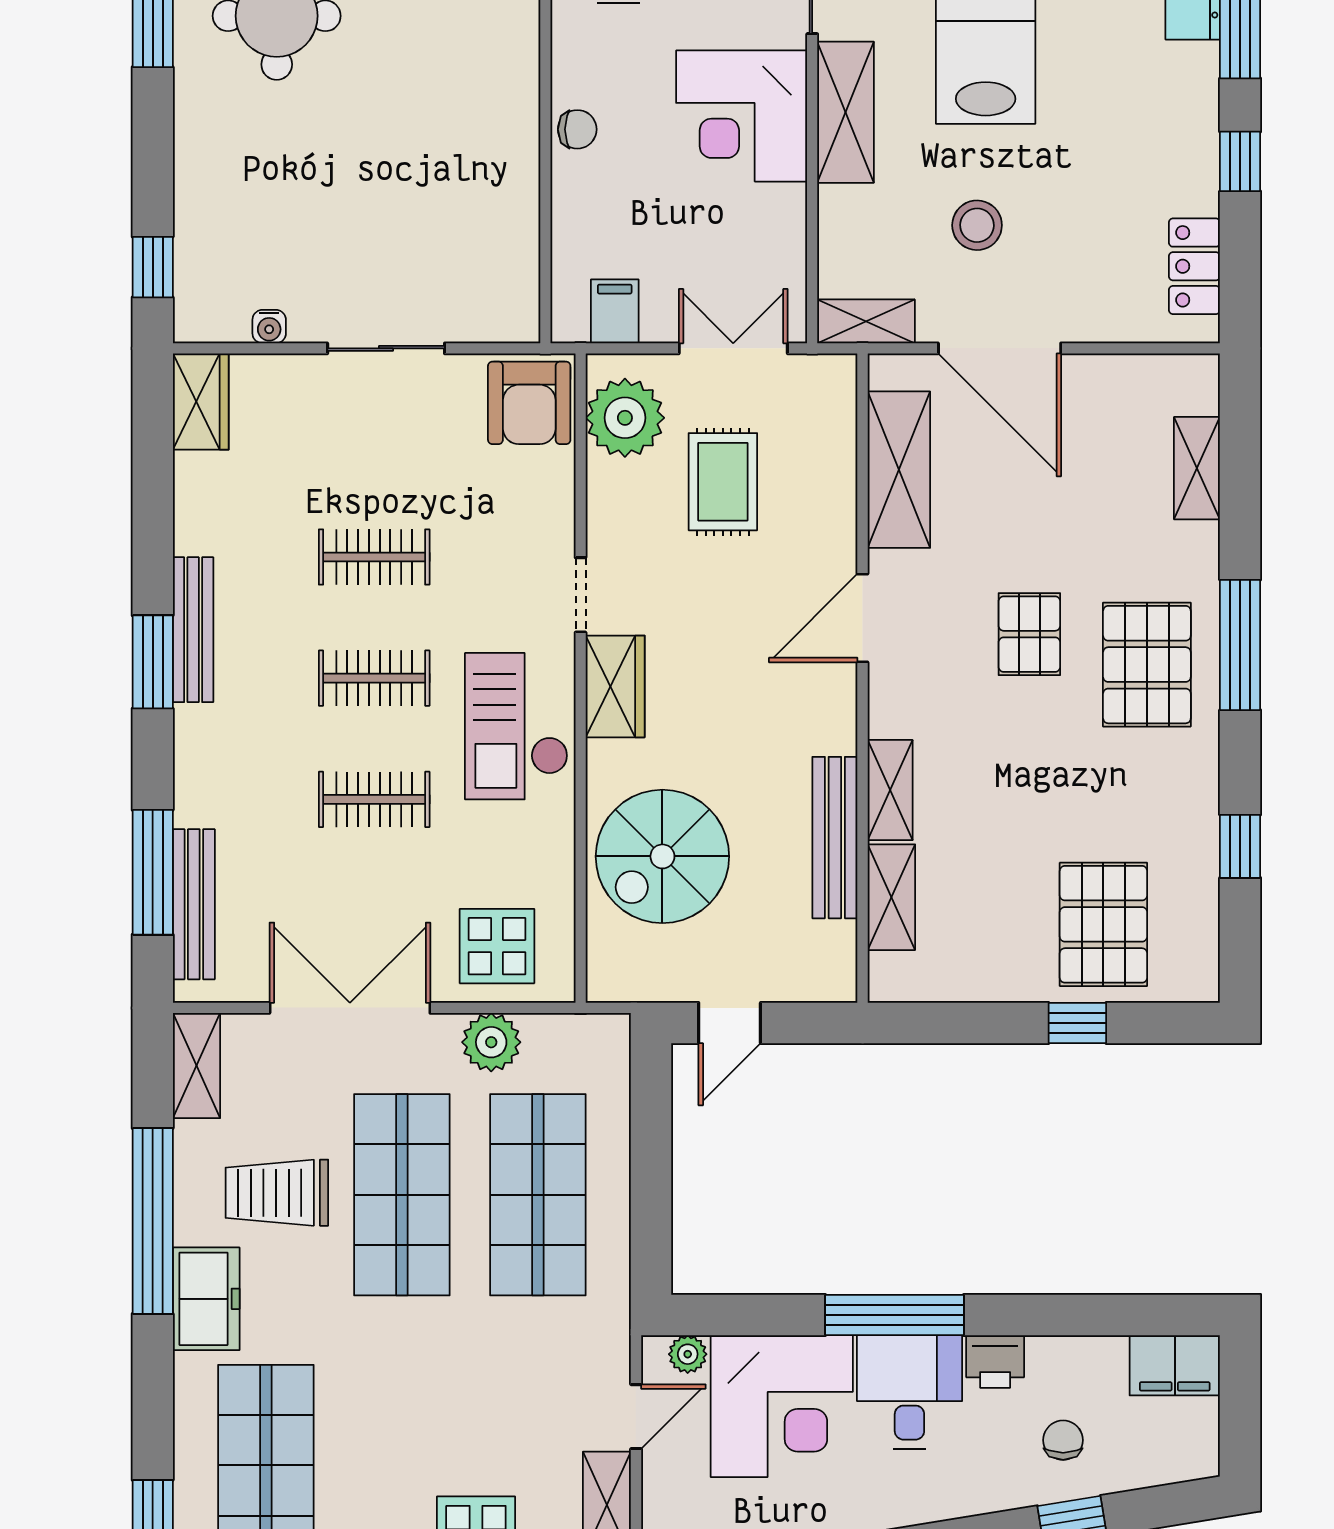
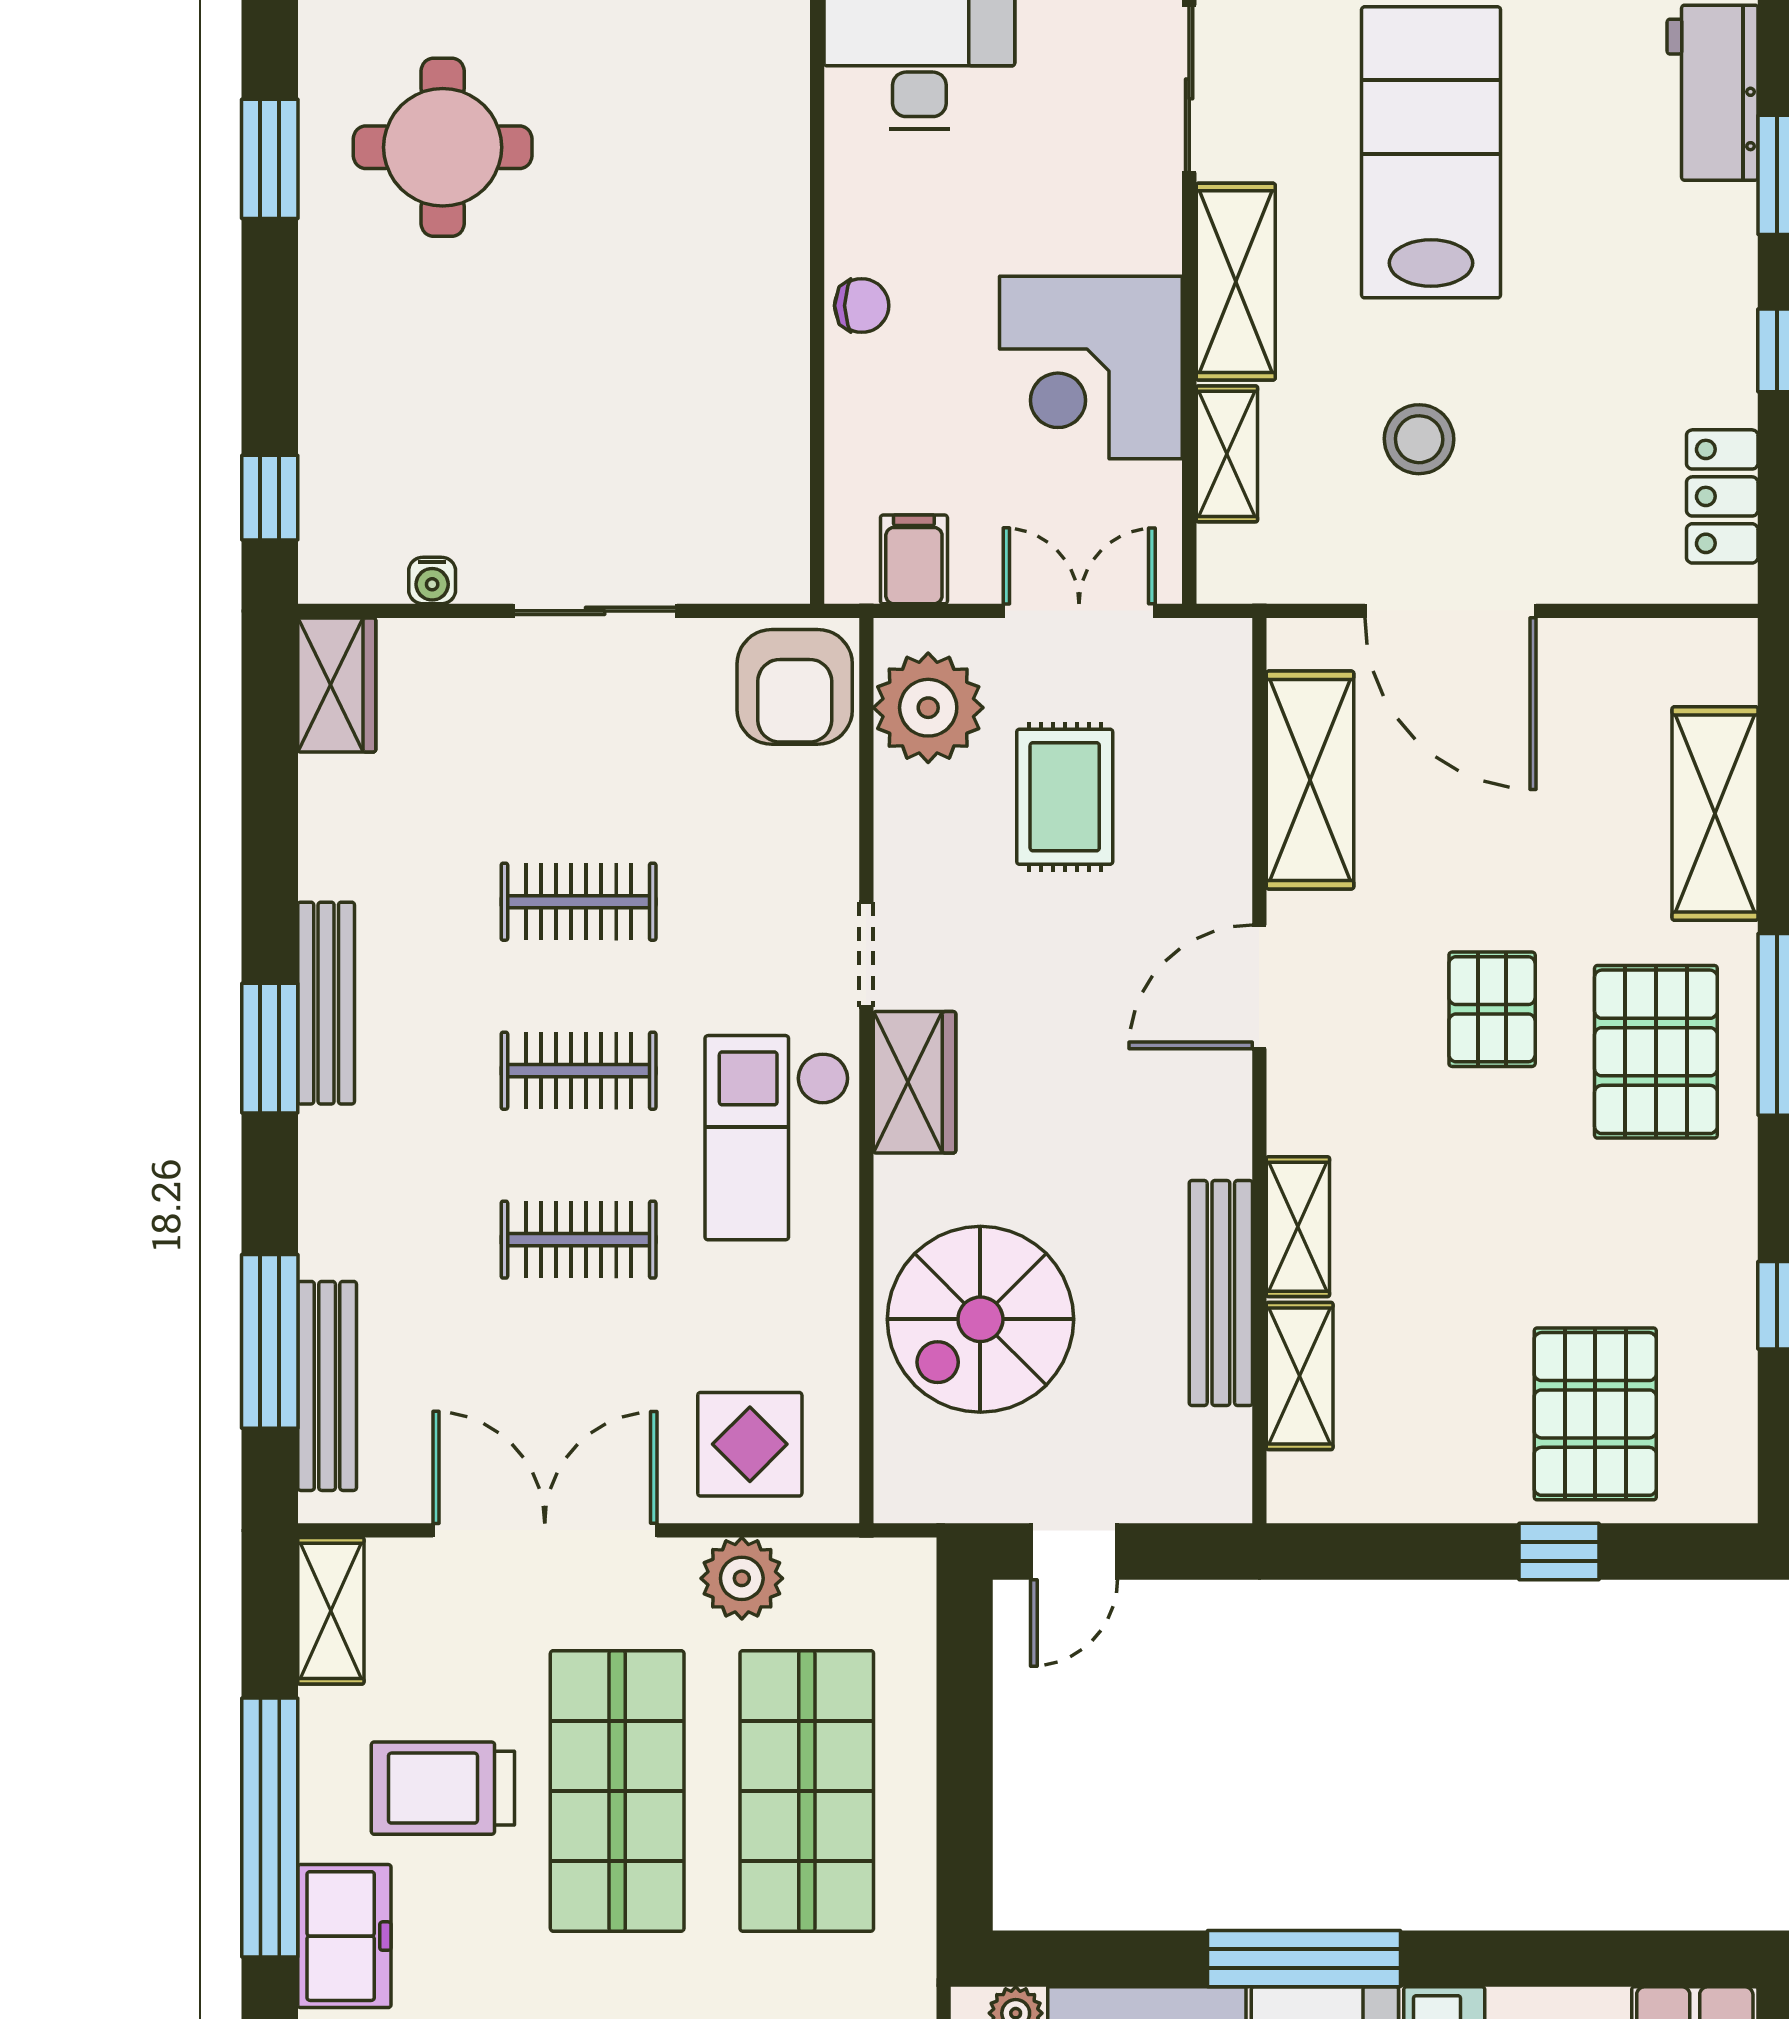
corner desk: (742, 116) -> (1091, 367), moved
shelving: (866, 321) -> (1227, 454), moved, turned 90
shelving: (1197, 468) -> (1715, 814), width x1.50, depth x1.33

